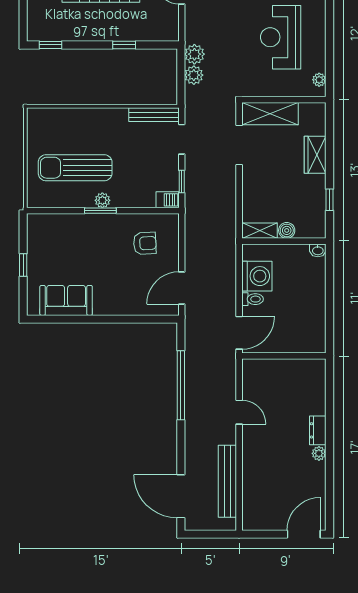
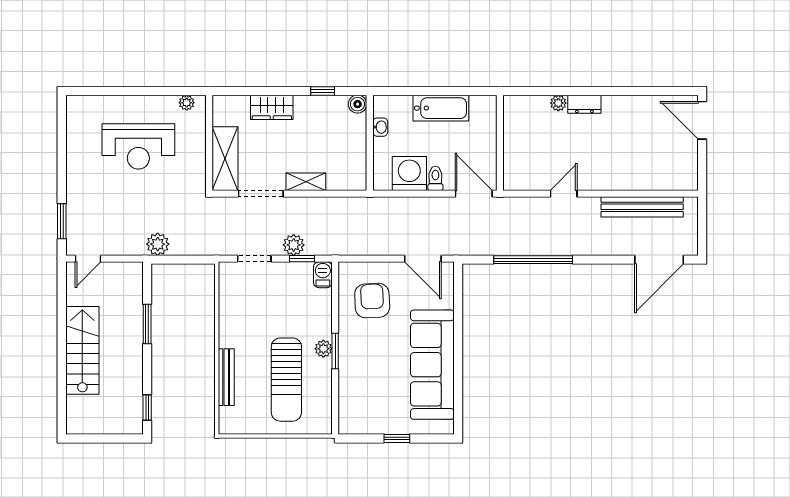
window: (124, 45) -> (147, 324), width x1.50
plant: (194, 75) -> (294, 245), moved
bench: (154, 115) -> (226, 377), moved
boiler: (287, 230) -> (358, 104), moved
shelving: (260, 231) -> (306, 182), moved, turned 90
armchair: (145, 243) -> (372, 301), width x1.38, depth x1.38
washbasin: (318, 250) -> (380, 127), moved
sofa: (66, 300) -> (432, 365), width x1.85, depth x1.27
bathtub: (314, 304) -> (441, 108), added
plant: (319, 453) -> (558, 103), moved

